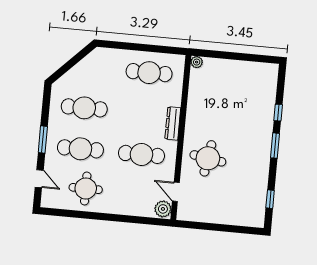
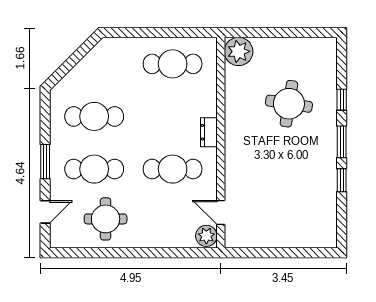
plant: (197, 62) -> (239, 51), width x1.88, depth x1.88
dresser: (173, 123) -> (209, 132), width x0.70
round table: (208, 158) -> (289, 104), moved
door: (39, 179) -> (45, 212), hinge flipped
window: (270, 199) -> (342, 180), moved

